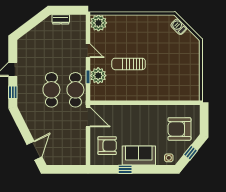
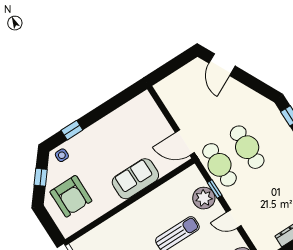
armchair: (179, 129) -> (71, 196), turned 90
armchair: (107, 146) -> (142, 124), removed
sofa: (139, 156) -> (135, 179), moved, turned 180
window: (125, 169) -> (72, 130), moved

